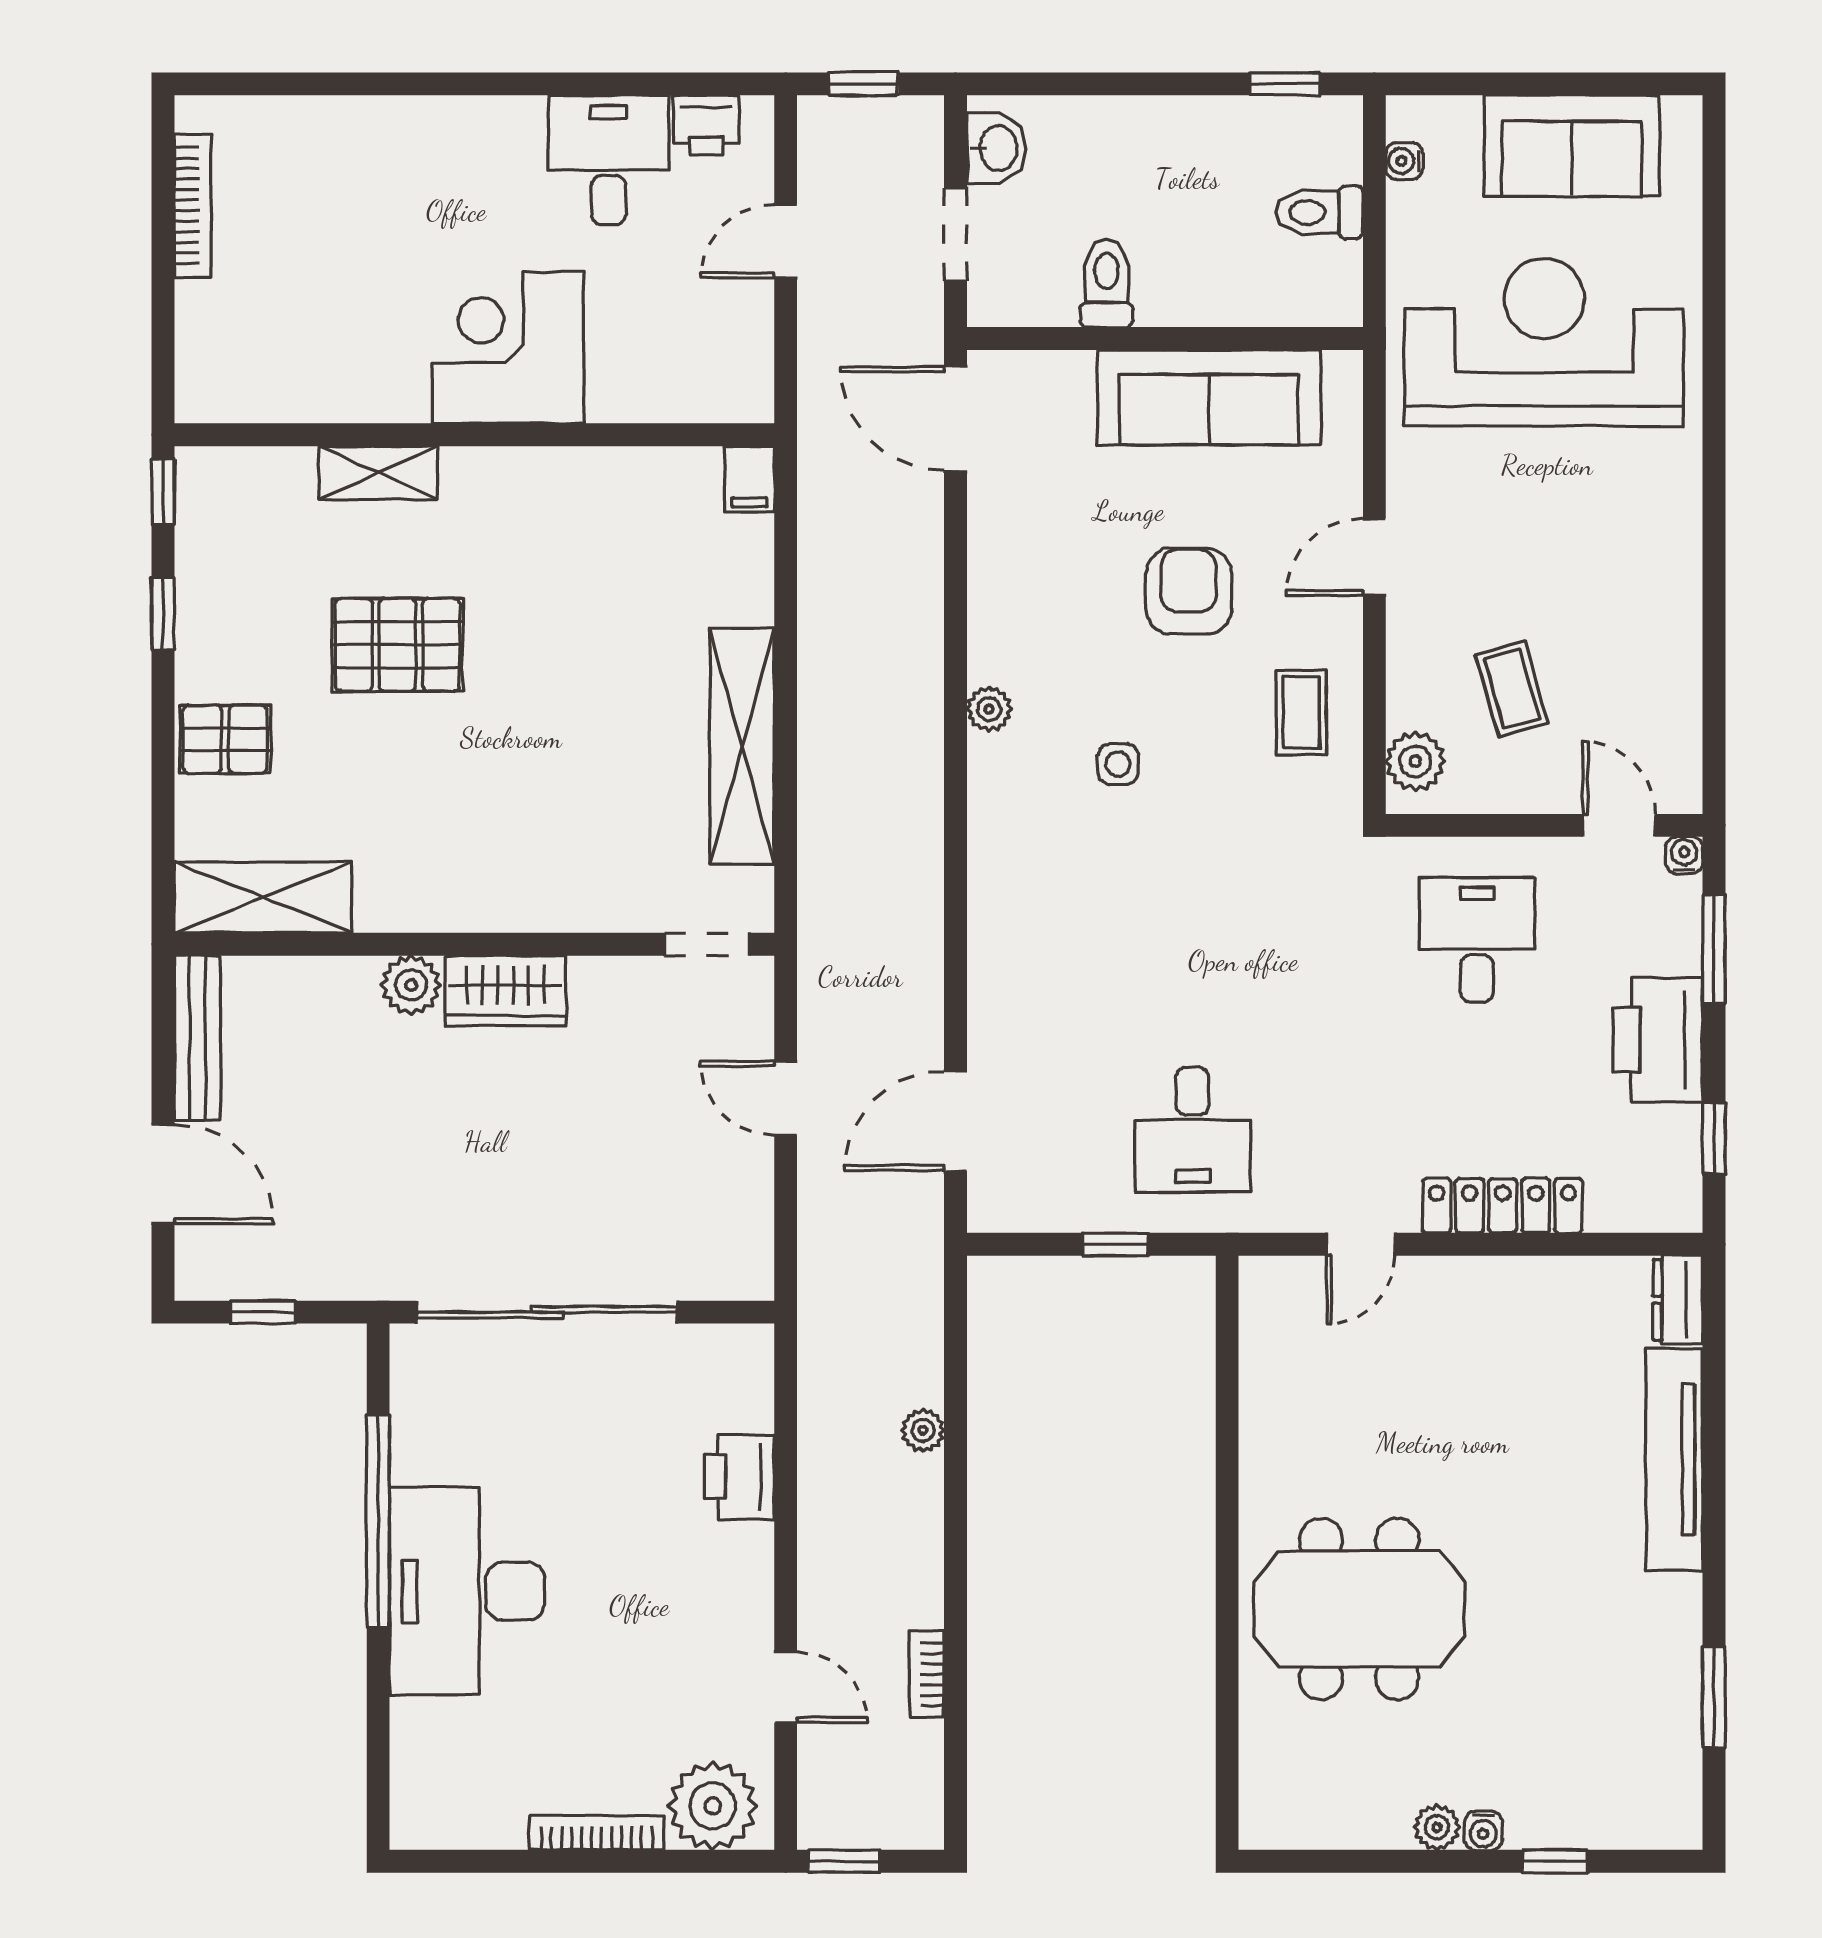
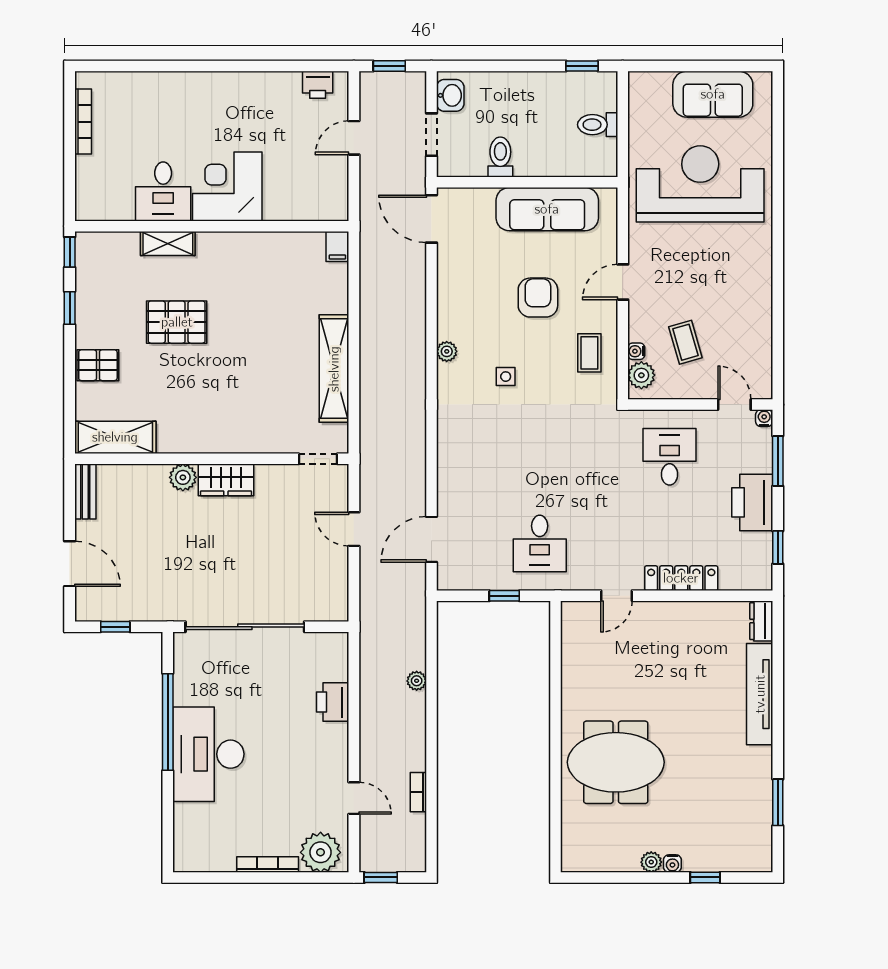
desk: (609, 160) -> (163, 191), moved, turned 180
water cooler: (1404, 161) -> (636, 351), moved
bench: (197, 1038) -> (85, 492), width x0.73

